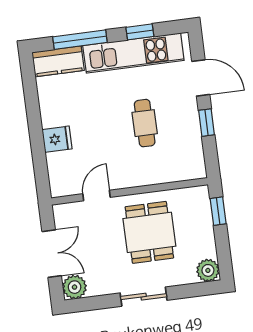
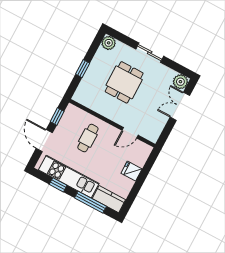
fridge: (57, 139) -> (132, 171), moved
wall: (130, 191) -> (112, 123), moved
door: (96, 196) -> (130, 133), moved

